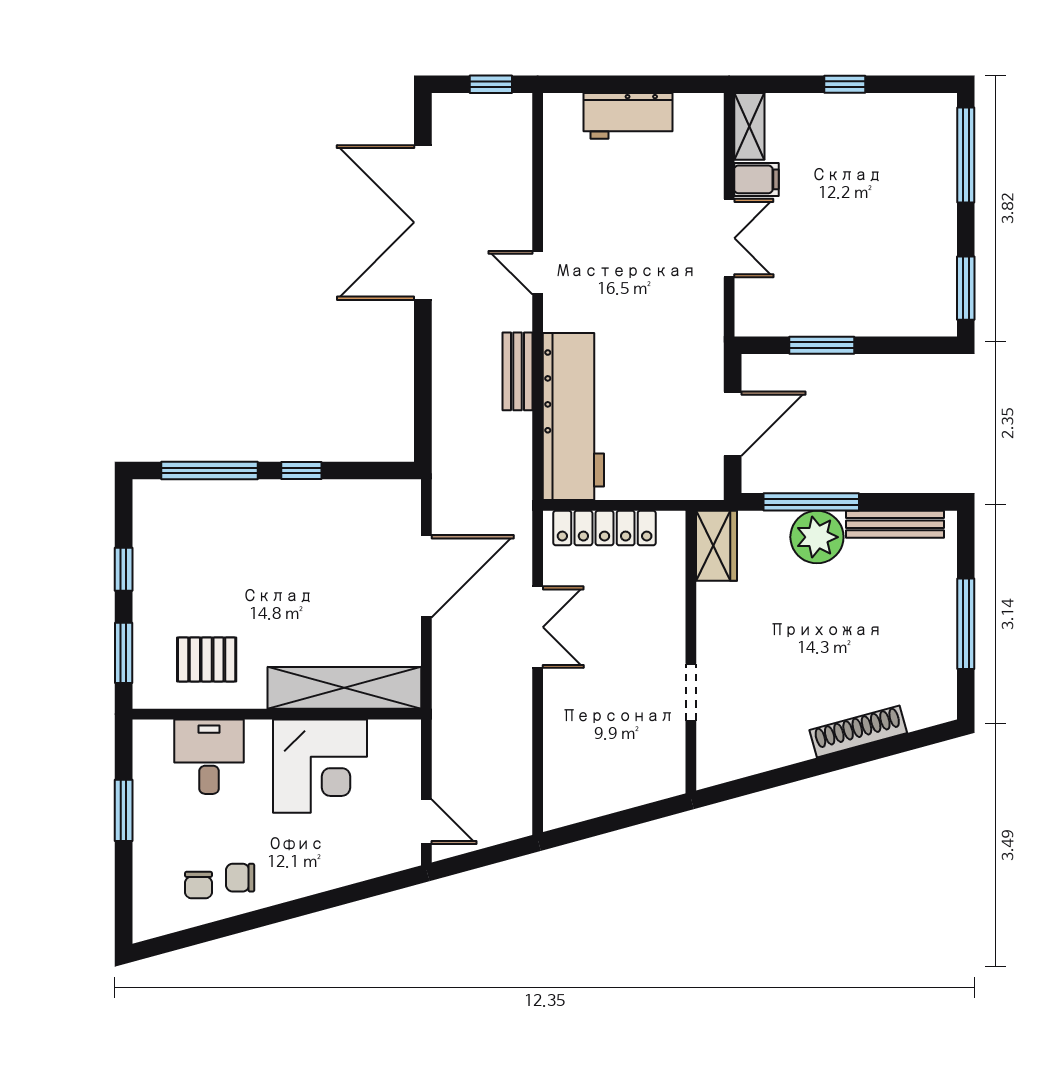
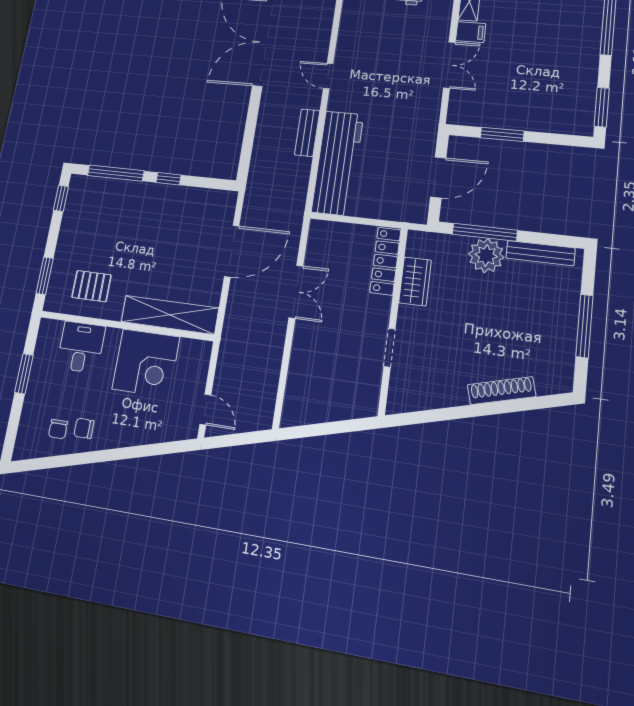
locker: (605, 528) -> (385, 261), moved, turned 90
wardrobe: (716, 546) -> (415, 281), moved
window: (124, 569) -> (61, 198), moved

